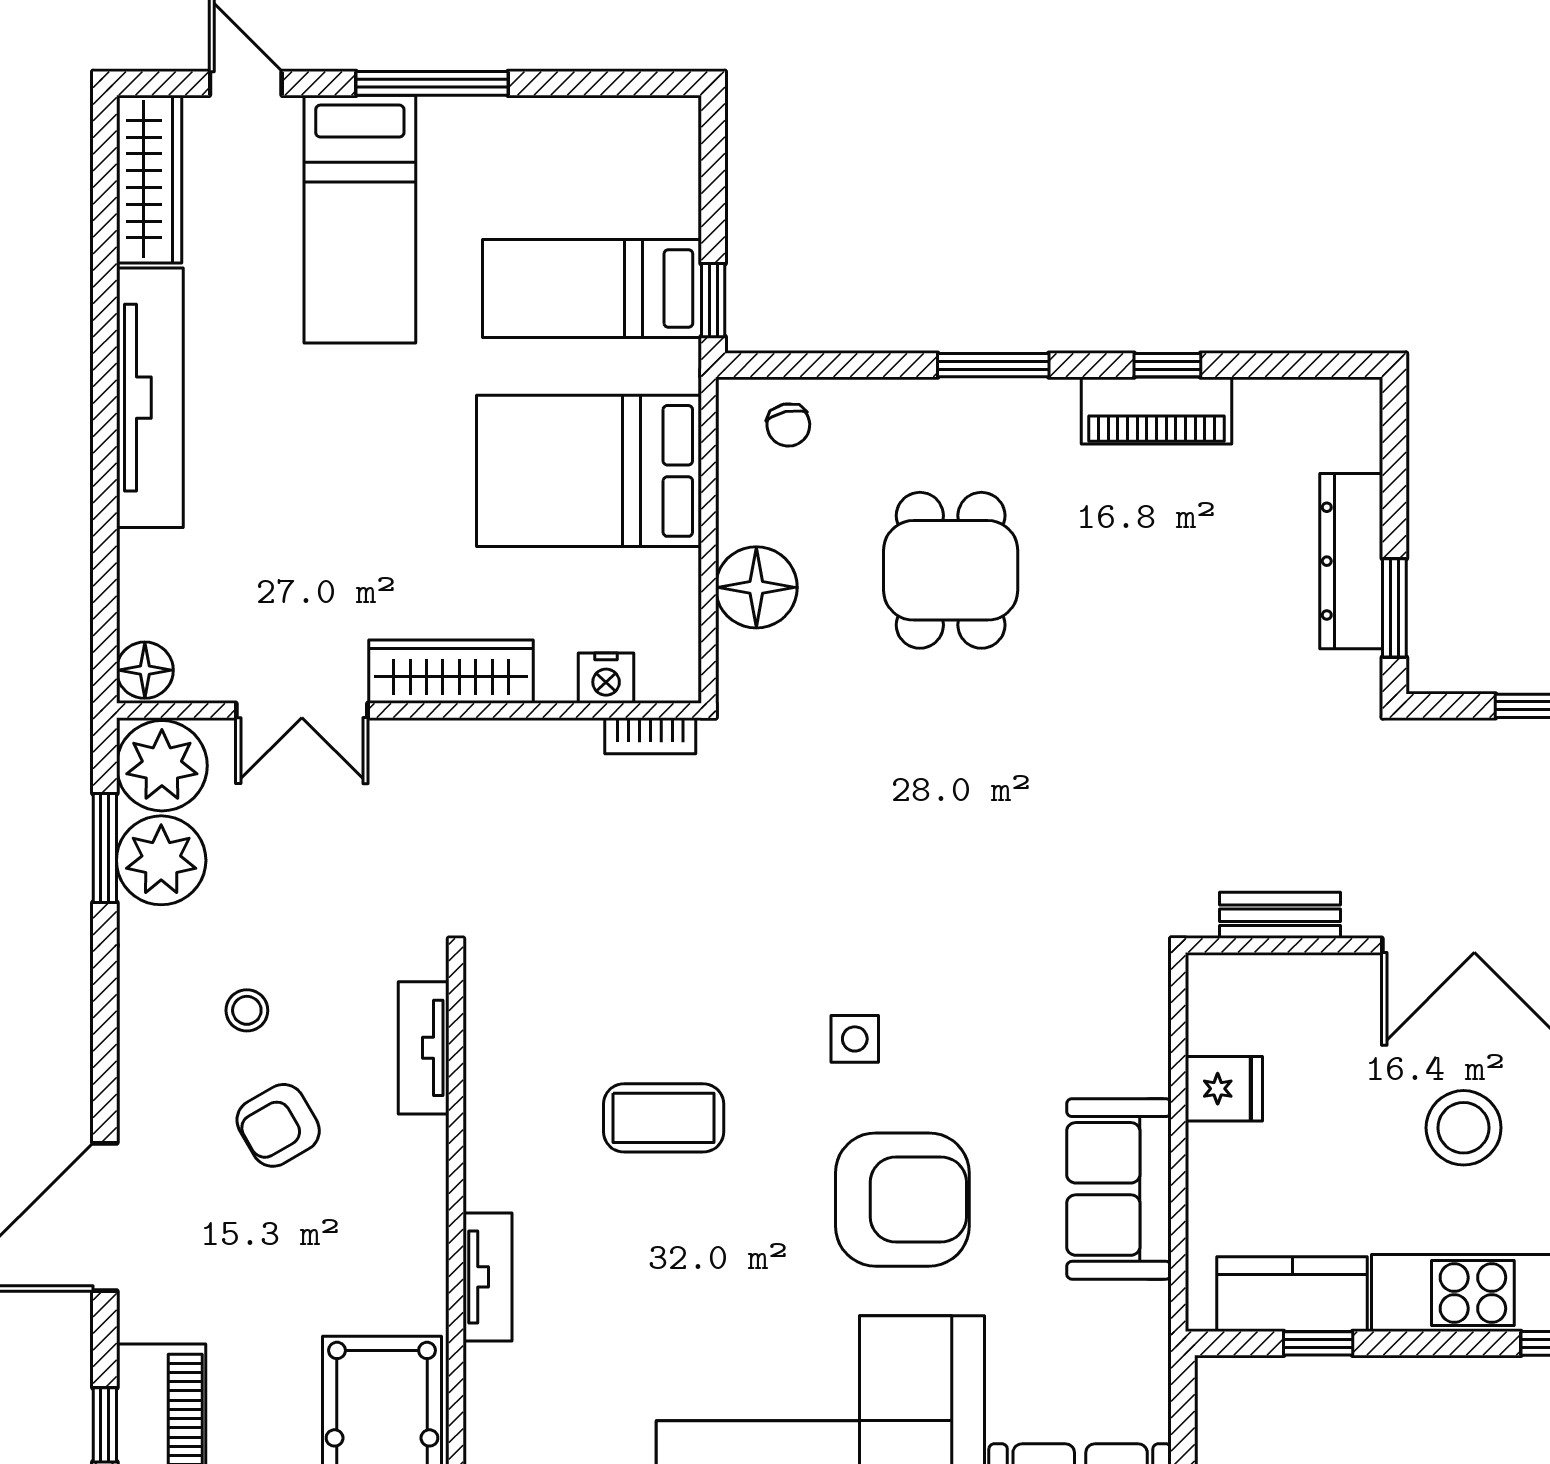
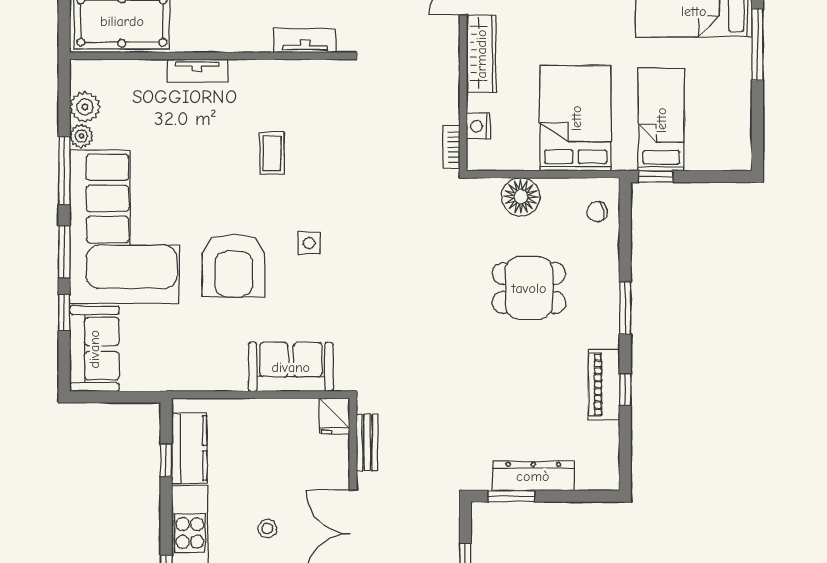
fridge: (1224, 1089) -> (334, 416), moved
coffee table: (664, 1118) -> (272, 153), width x0.73, depth x0.77
stool: (1464, 1128) -> (267, 529), width x0.53, depth x0.53
sofa: (1119, 1189) -> (291, 367), moved

